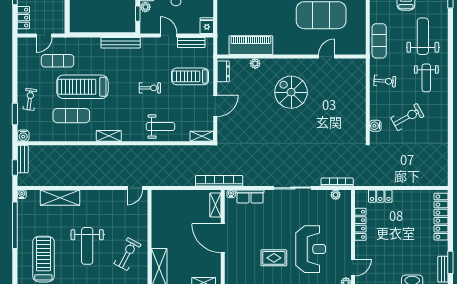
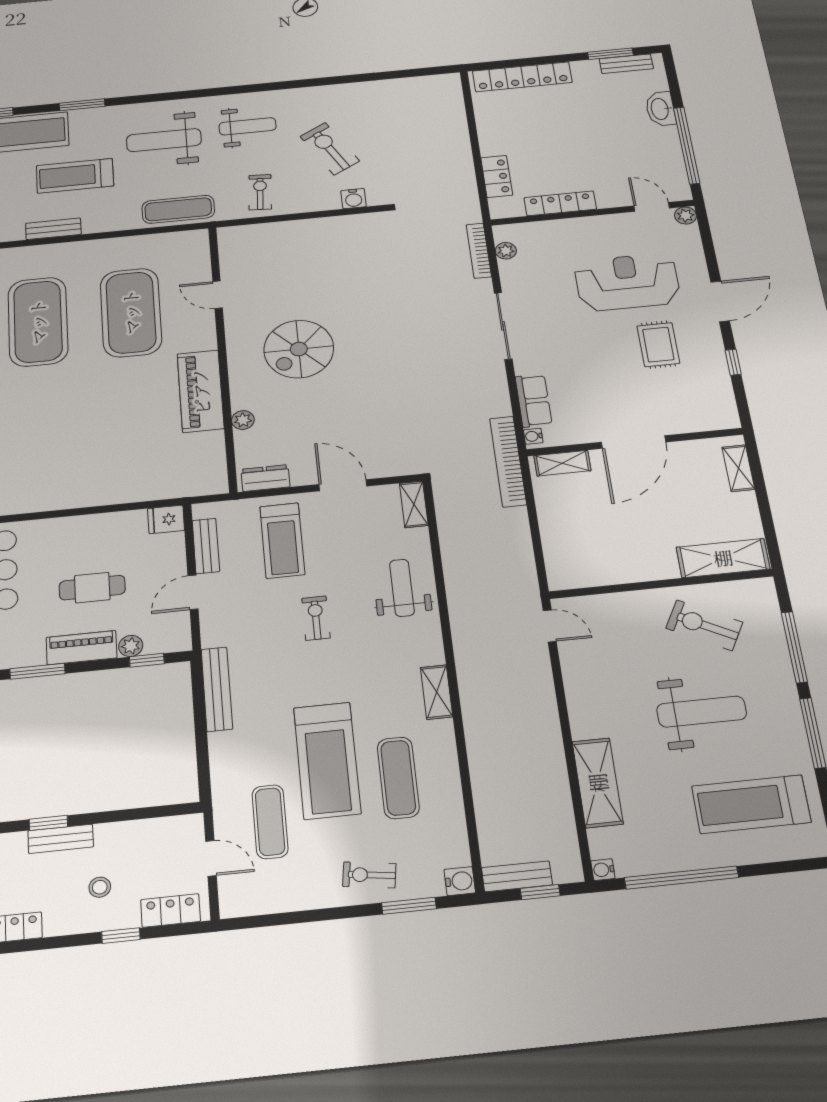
piano: (251, 45) -> (201, 391), moved

